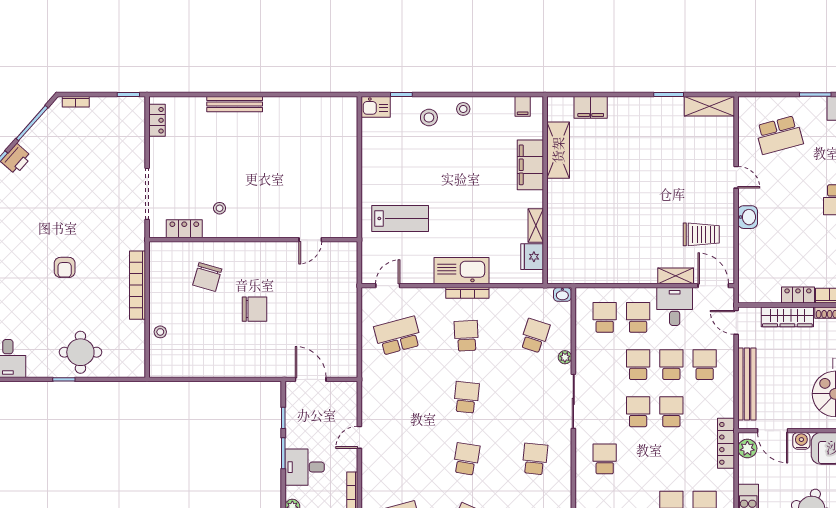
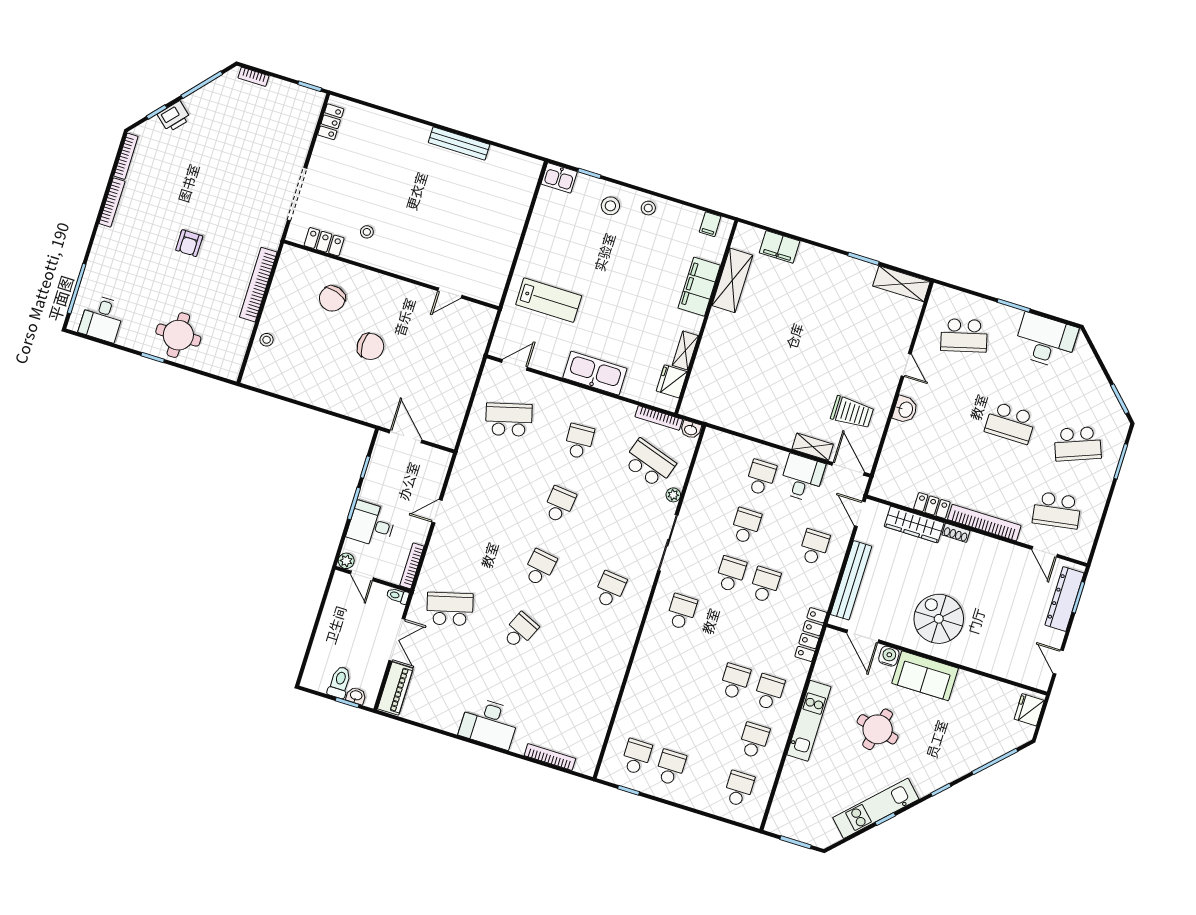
bench: (235, 104) -> (459, 144), moved
bookcase: (467, 293) -> (659, 418), moved
school desk: (605, 317) -> (727, 467), removed
school desk: (535, 336) -> (649, 463), width x1.85
school desk: (671, 365) -> (780, 536), removed
plant: (747, 448) -> (831, 647), removed

